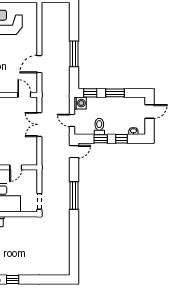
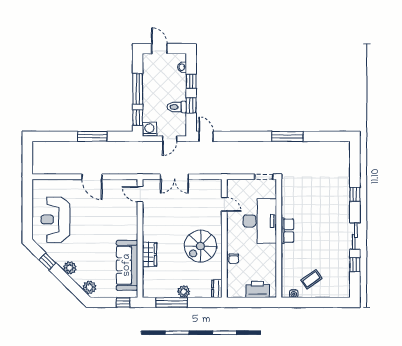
door: (39, 64) -> (92, 177), moved
window: (115, 93) -> (138, 89), width x1.44
door: (24, 95) -> (140, 194), hinge flipped
window: (74, 195) -> (287, 136), moved
window: (13, 279) -> (355, 194), moved

